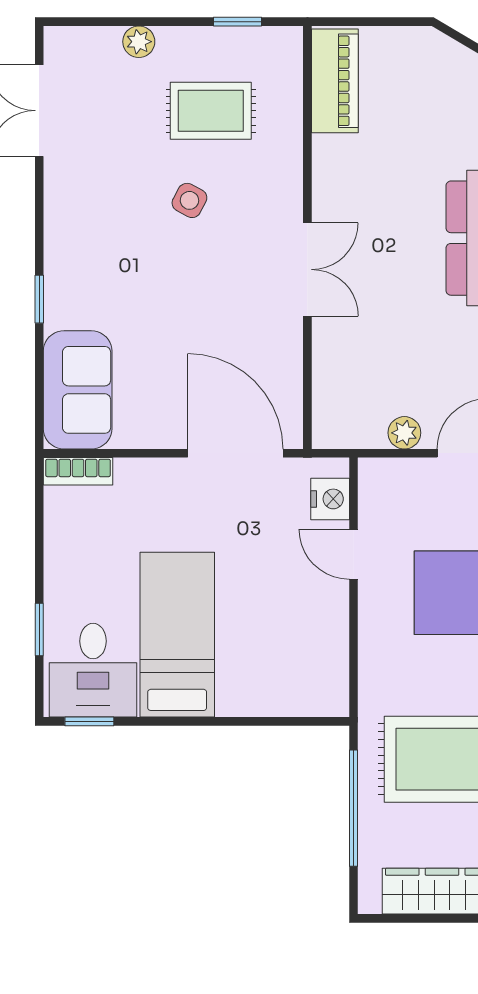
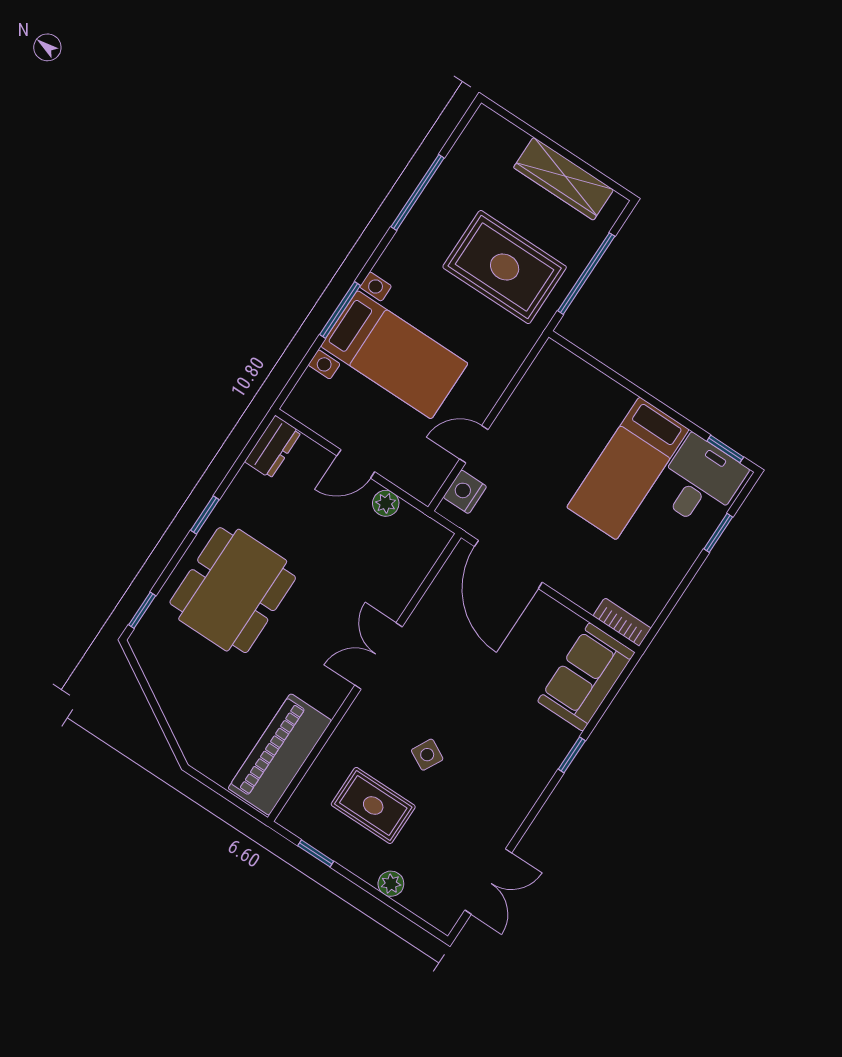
piano: (335, 81) -> (280, 754), width x1.37, depth x1.33
door: (354, 554) -> (474, 444), swing flipped

